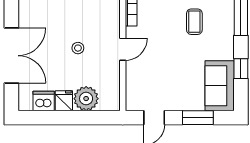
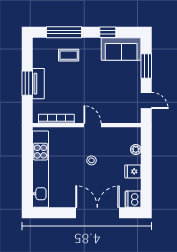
coffee table: (194, 22) -> (69, 55), moved
plant: (86, 99) -> (136, 149), width x0.53, depth x0.53
dishwasher: (44, 101) -> (133, 199), moved

